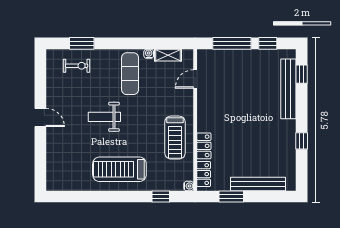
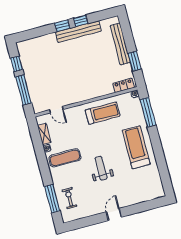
window: (82, 43) -> (52, 199), width x1.44
window: (302, 74) -> (62, 26), moved
bench: (288, 89) -> (78, 32), moved
weight bench: (104, 117) -> (101, 168), turned 180
locker: (204, 146) -> (103, 91), removed
treadmill: (119, 169) -> (136, 147), turned 180
window: (161, 196) -> (148, 112), width x2.17

